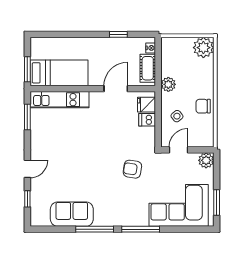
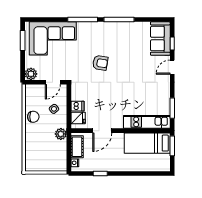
plant: (203, 48) -> (33, 163), removed
armchair: (132, 169) -> (100, 63), moved
sofa: (72, 214) -> (160, 39), moved, turned 90

